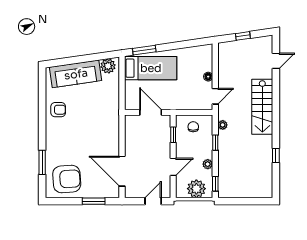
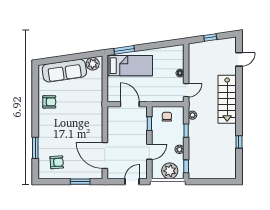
armchair: (67, 179) -> (57, 162), width x0.53, depth x0.53

